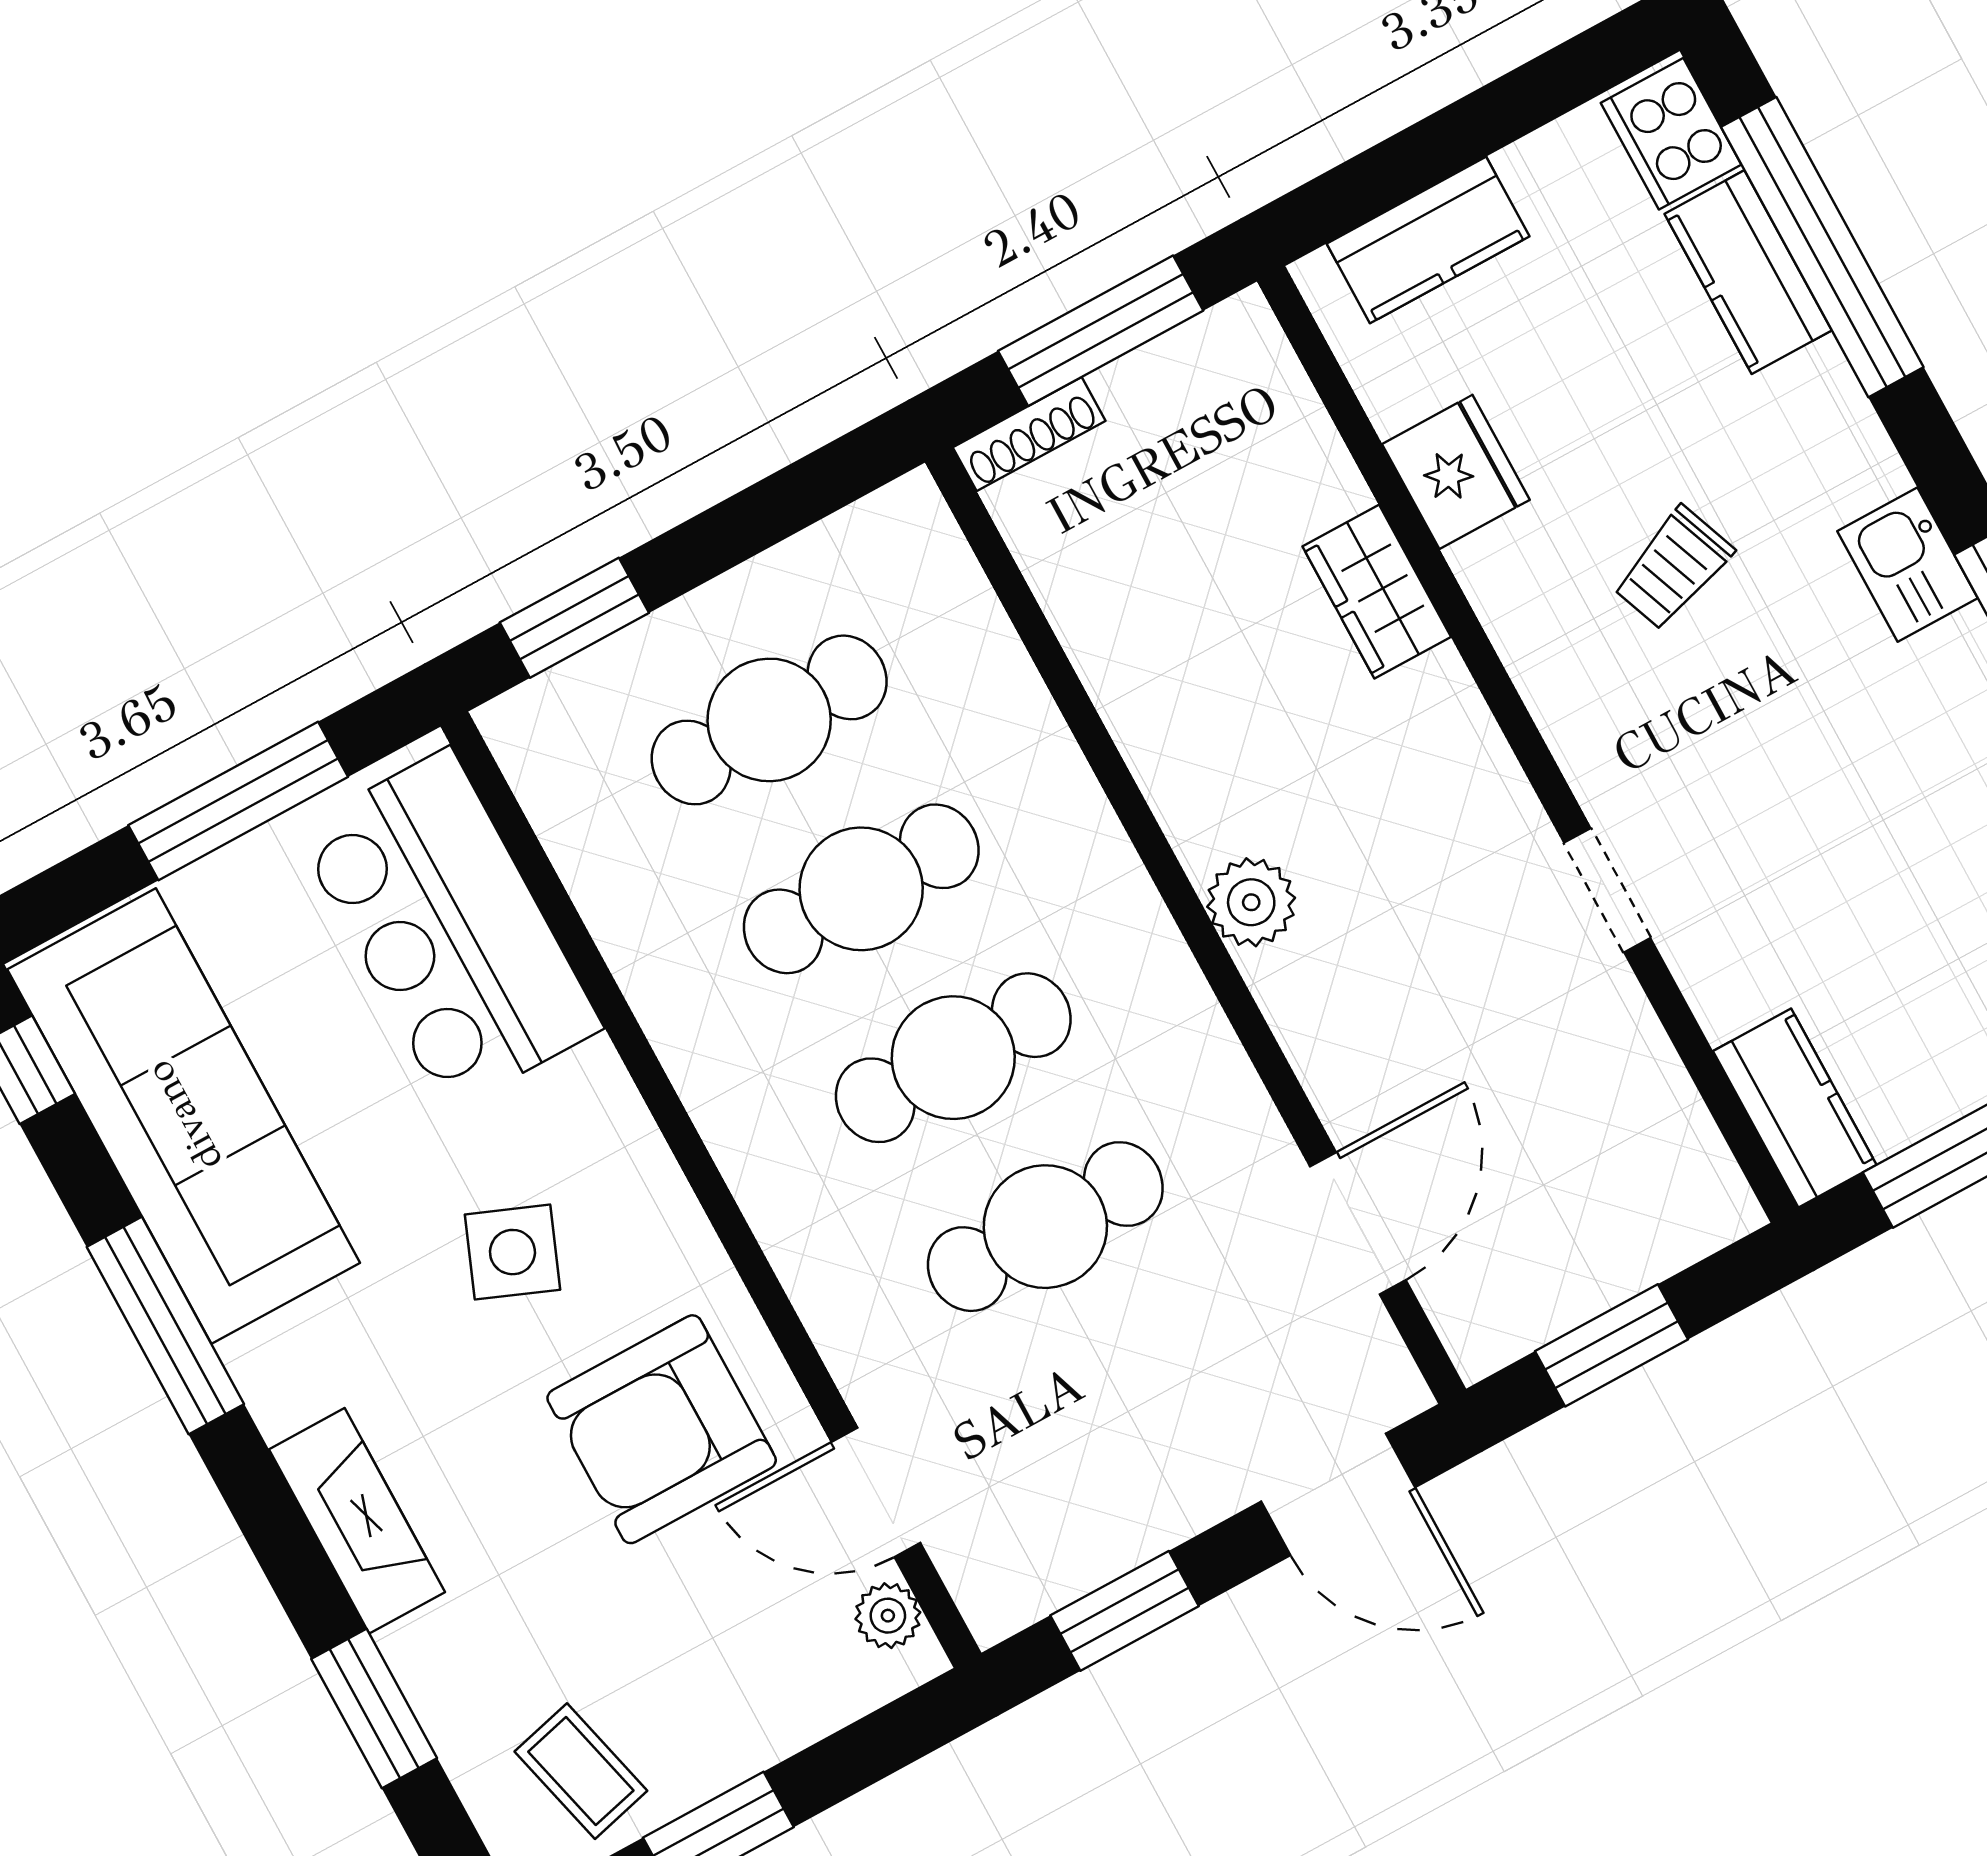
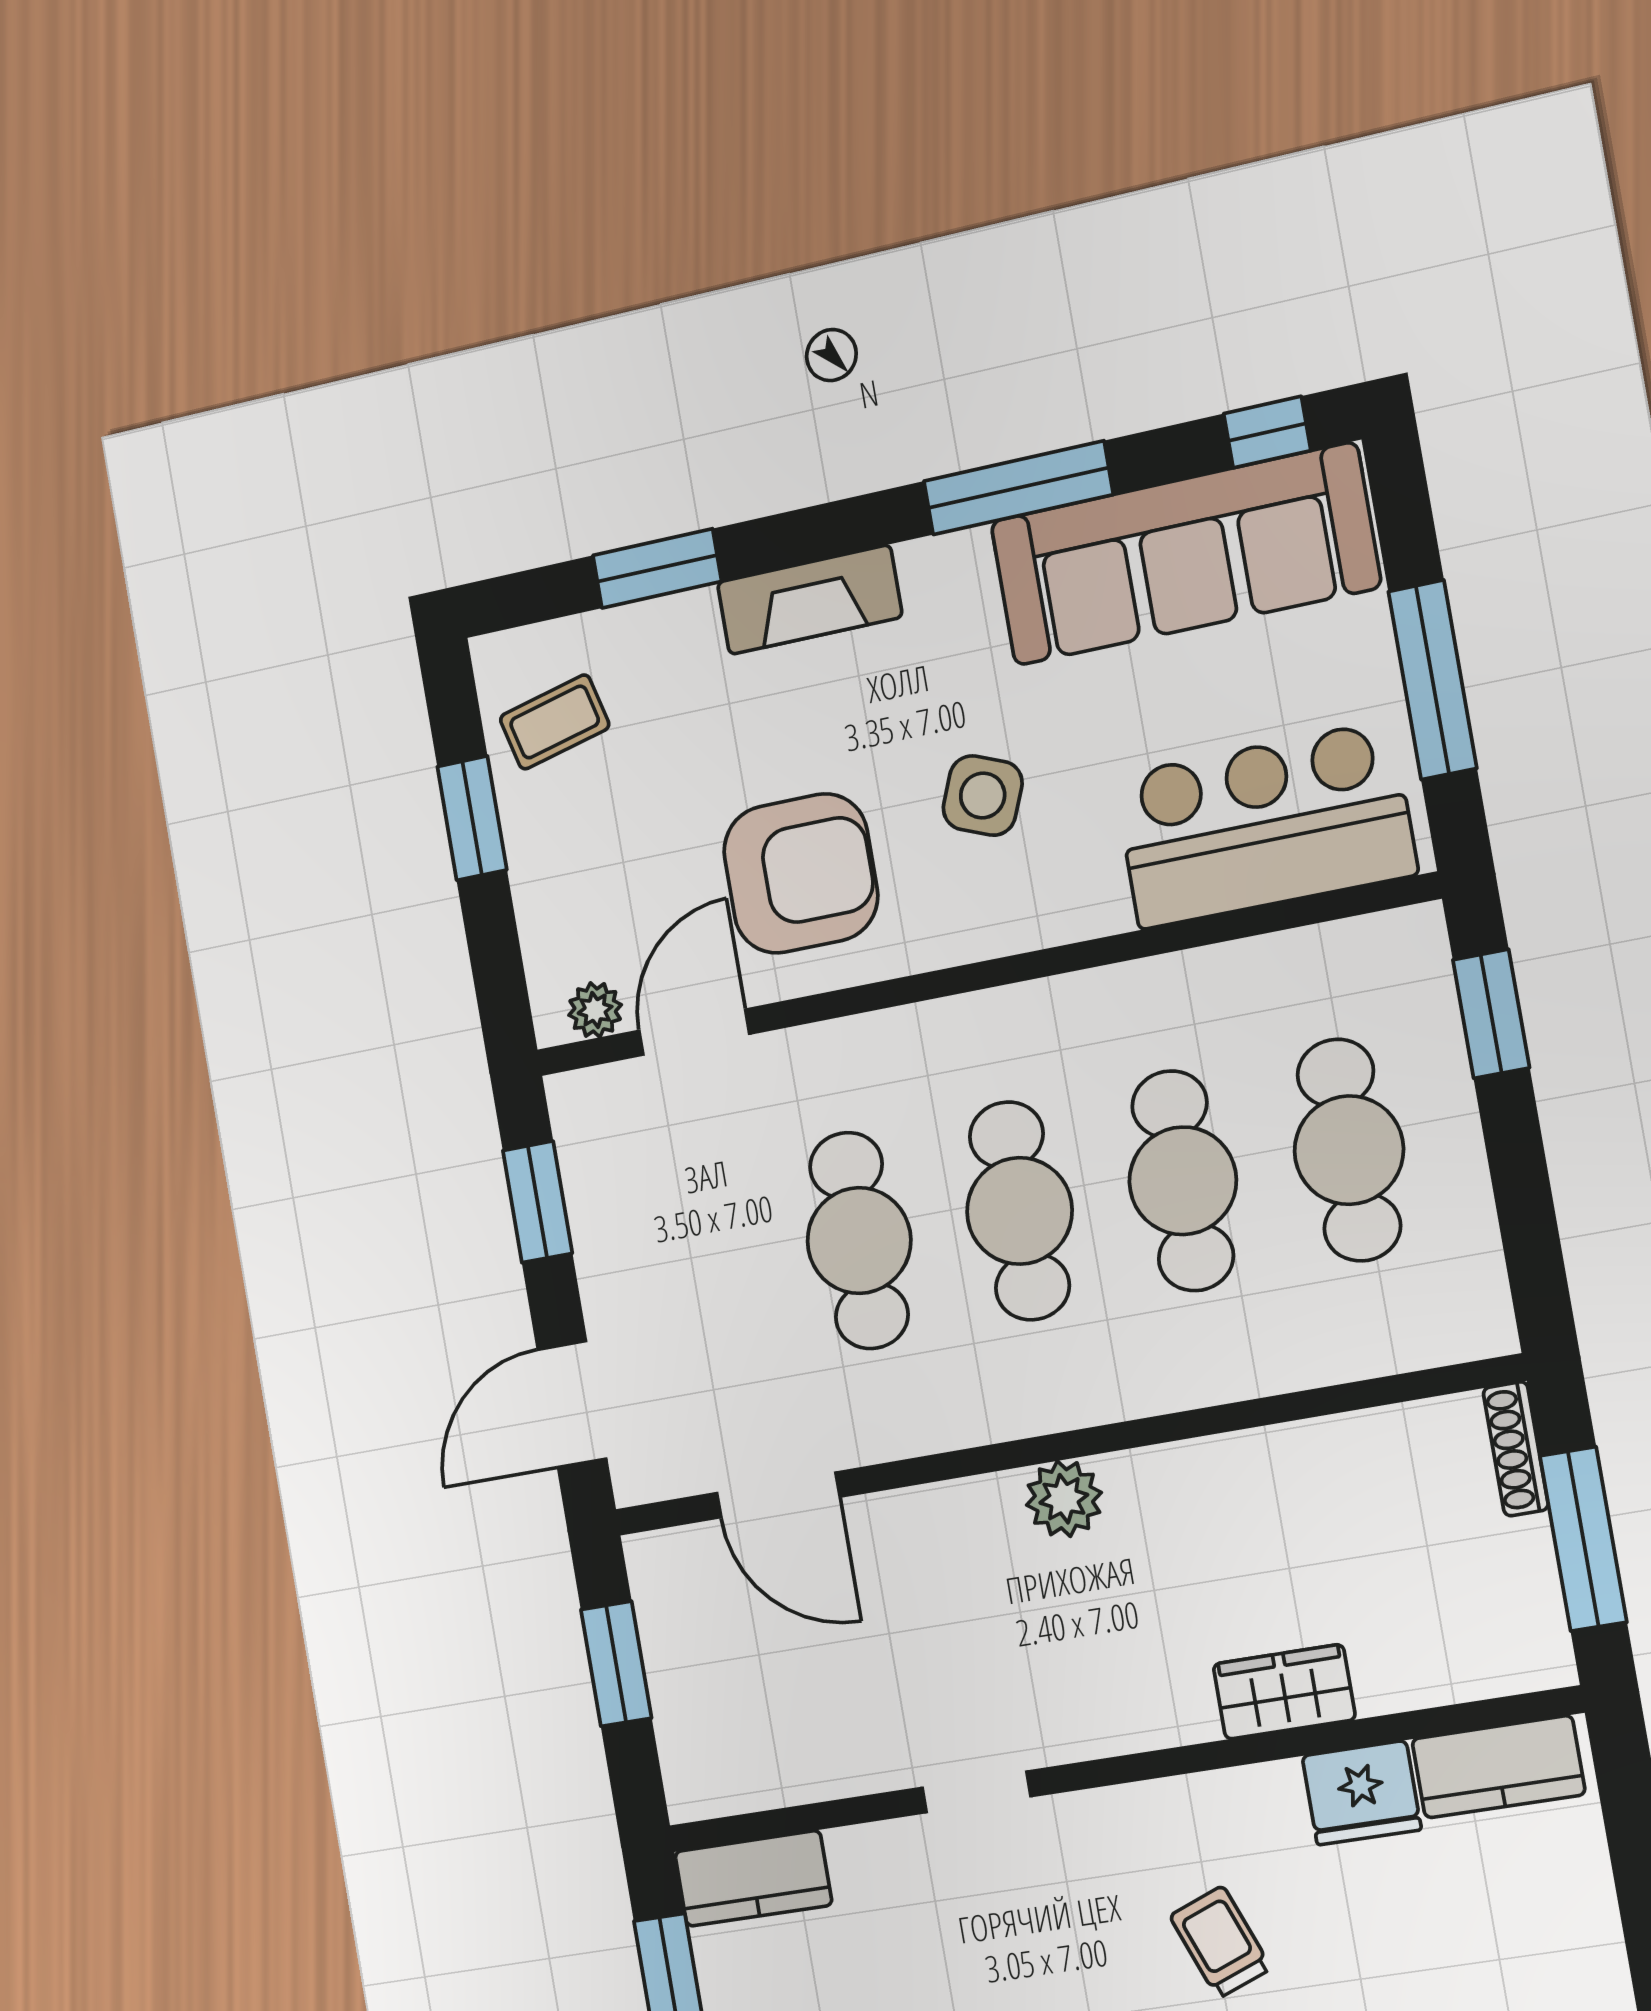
kitchen counter: (1428, 240) -> (1498, 1767), moved, turned -90
armchair: (662, 1429) -> (801, 873), turned 90

